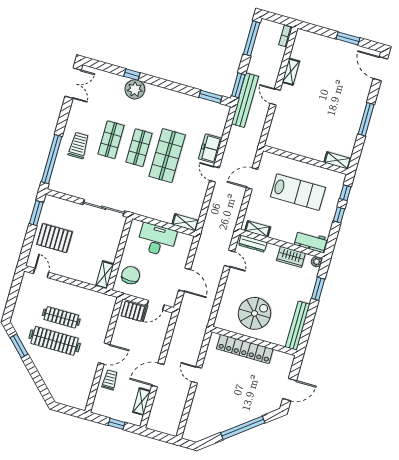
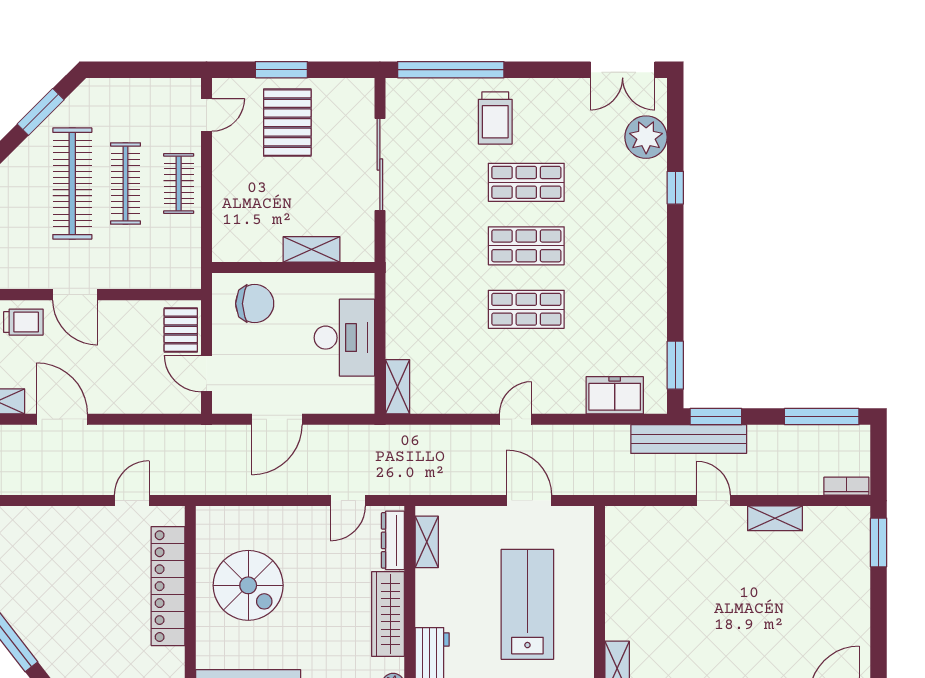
window: (348, 38) -> (879, 542), moved
plant: (135, 89) -> (646, 137), moved
door: (275, 97) -> (713, 501), hinge flipped
trolley: (79, 145) -> (495, 118), turned 90
freezer: (210, 149) -> (615, 395), moved
shop shelf: (167, 156) -> (526, 309), width x0.70, depth x0.74
lab bench: (298, 192) -> (527, 604), turned 180
sliding door: (104, 208) -> (380, 165), moved
window: (36, 213) -> (281, 70), moved
wardrobe: (291, 257) -> (388, 614), width x1.50
shelving: (105, 275) -> (312, 249), moved
clothes rail: (68, 294) -> (179, 183), added
door: (197, 375) -> (132, 501), moved

